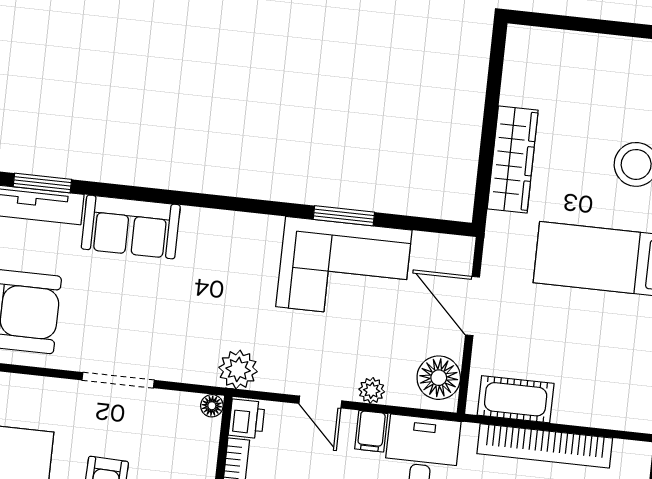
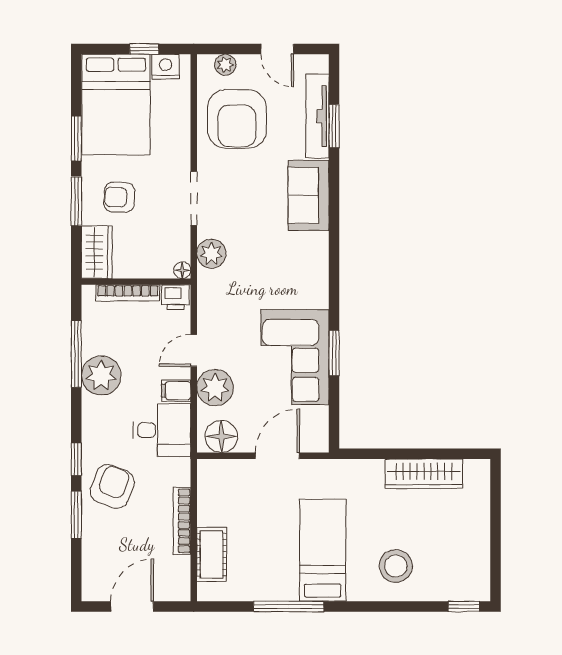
wardrobe: (513, 159) -> (424, 474), moved
plant: (238, 369) -> (211, 254), moved
plant: (372, 390) -> (215, 388), width x1.88, depth x1.88
cot: (516, 399) -> (212, 554), moved
bookcase: (545, 446) -> (182, 521), width x0.68, depth x0.76

